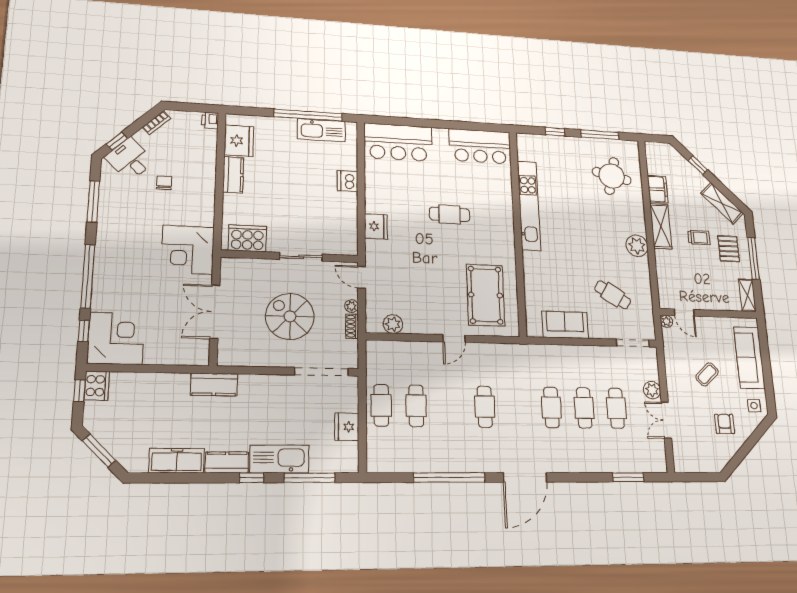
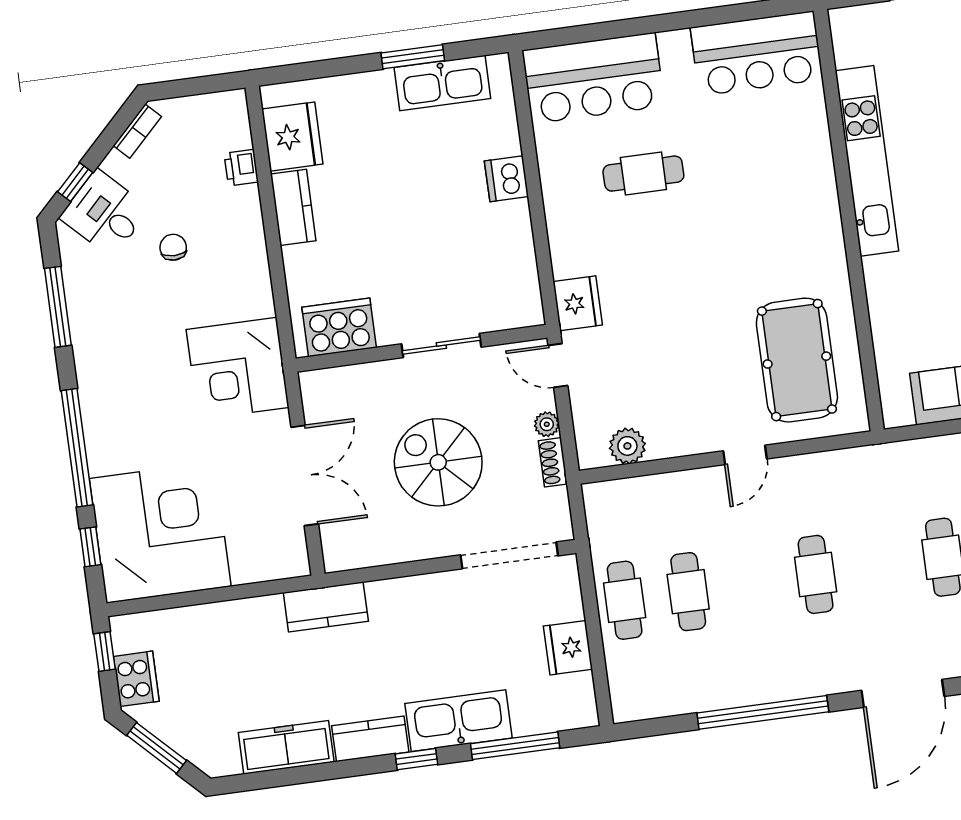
window: (308, 115) -> (413, 57), width x0.47
printer: (210, 120) -> (241, 168), moved
cafe table: (450, 214) -> (643, 174), moved
fridge: (376, 226) -> (578, 303), moved
double door: (215, 312) -> (305, 476), swing flipped
corner desk: (116, 338) -> (160, 532), width x1.36, depth x1.36
cooker: (97, 386) -> (136, 679), moved

